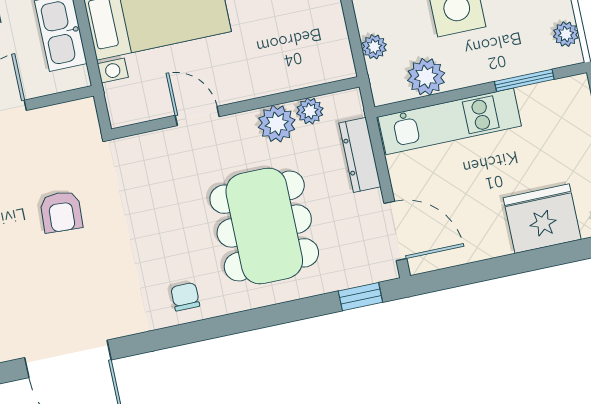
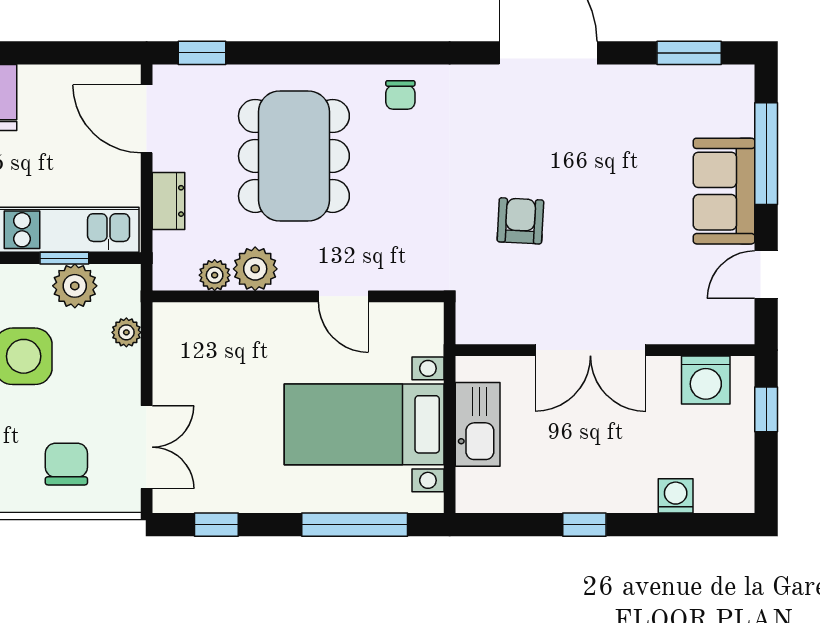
window: (440, 98) -> (64, 258), added
dresser: (360, 155) -> (169, 201), width x0.70

